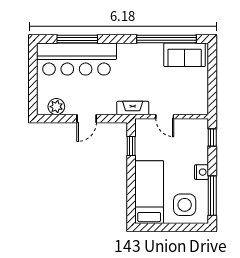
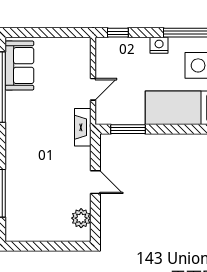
bar counter: (76, 59) -> (24, 194), removed
window: (131, 146) -> (128, 129), width x1.50

